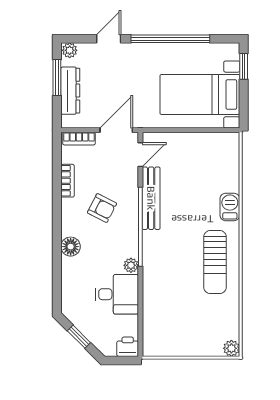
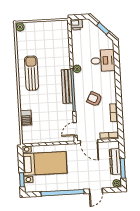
door: (116, 130) -> (89, 142), hinge flipped
bench: (151, 198) -> (67, 86), moved
barbecue: (230, 207) -> (26, 118), moved
floor lamp: (71, 247) -> (110, 77), removed
desk: (117, 294) -> (103, 61), moved, turned 180

